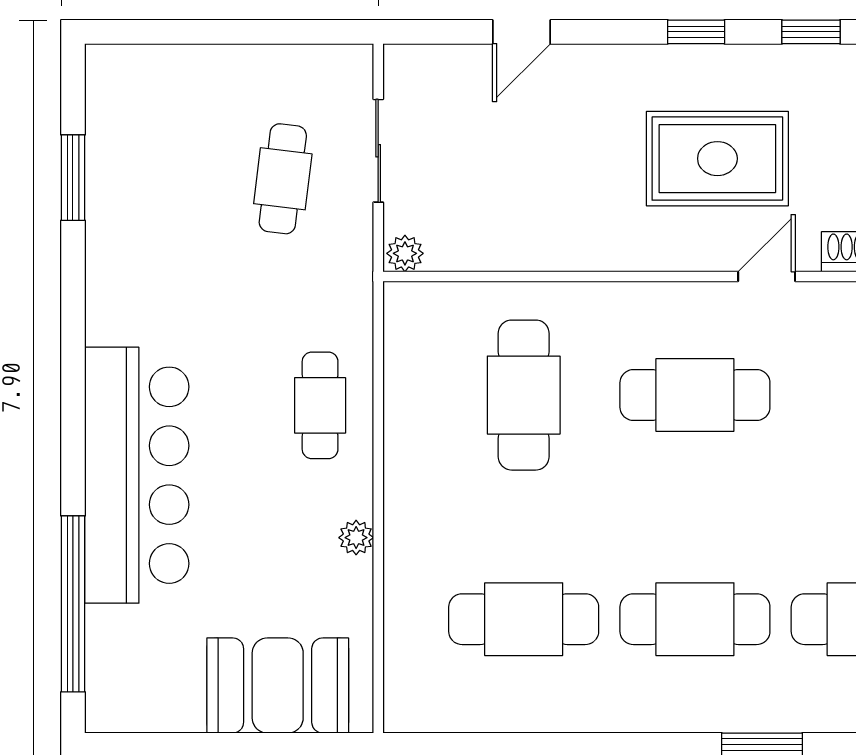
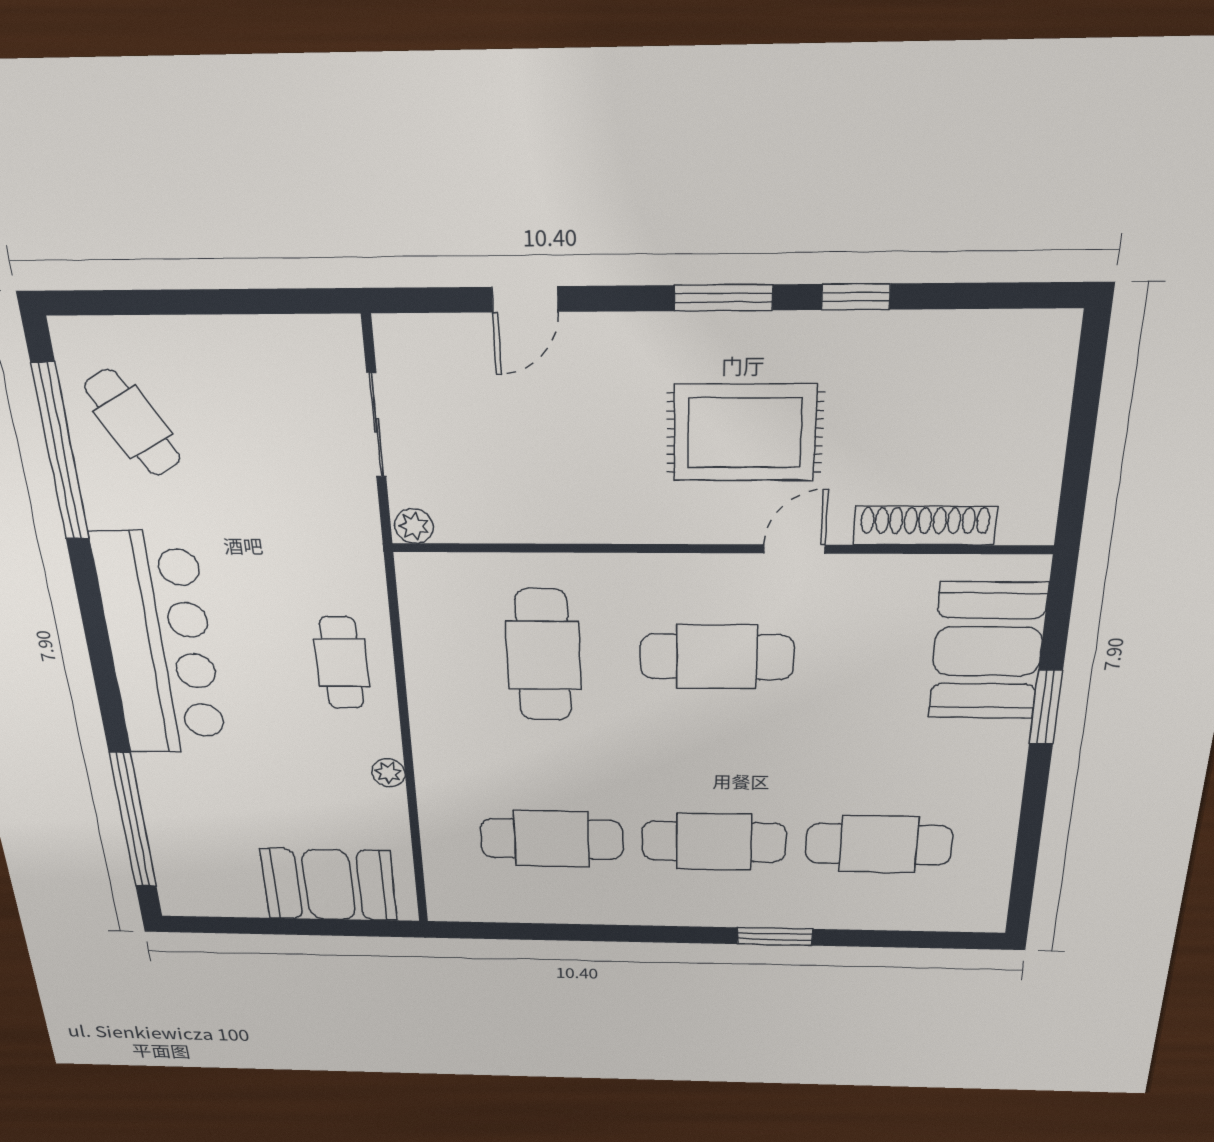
window: (696, 32) -> (723, 298), width x1.50
window: (73, 178) -> (61, 453), width x2.11
cafe table: (283, 179) -> (133, 423), moved, turned -37
bar counter: (137, 475) -> (160, 645), moved

